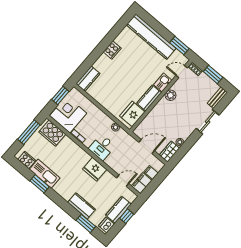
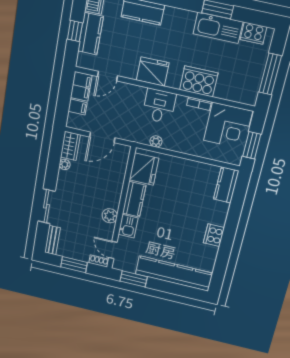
door: (182, 72) -> (113, 250), swing flipped
cooker: (52, 133) -> (199, 81), moved

